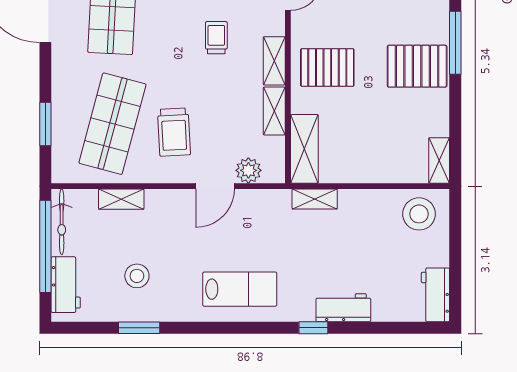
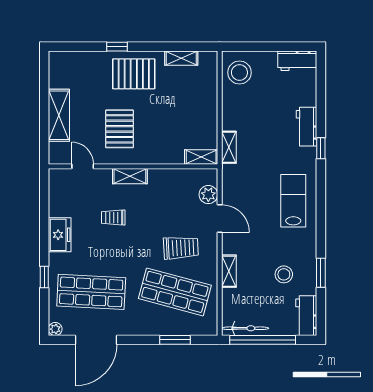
window: (455, 43) -> (117, 47), width x0.46
pallet: (417, 66) -> (134, 74), turned 90
pallet: (327, 67) -> (119, 129), moved
shelving: (274, 111) -> (166, 176), removed
shelving: (304, 149) -> (201, 157), width x0.67, depth x0.75
shelving: (439, 160) -> (181, 58), moved
shelving: (121, 199) -> (229, 271), moved
workbench: (66, 285) -> (306, 316), moved, turned -90

